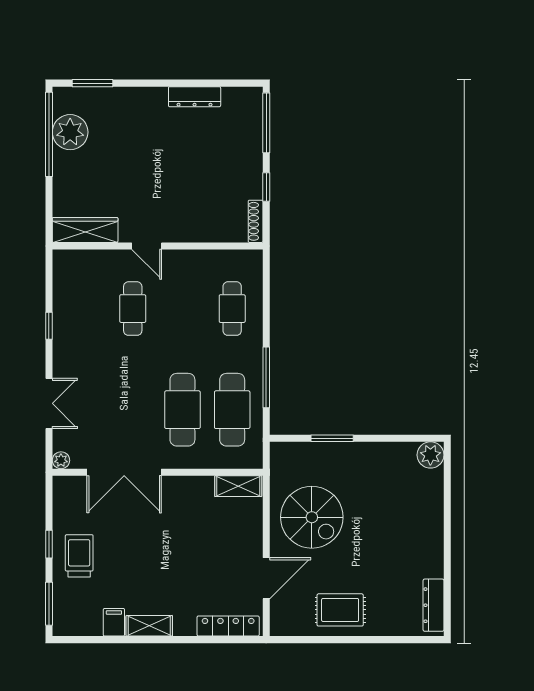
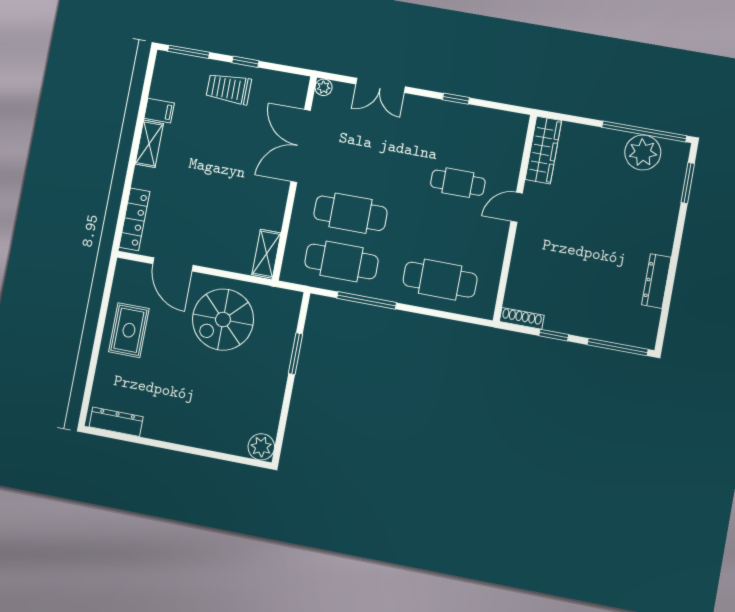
cafe table: (232, 309) -> (440, 280), width x1.37, depth x1.35
trolley: (79, 556) -> (229, 89), turned 180

